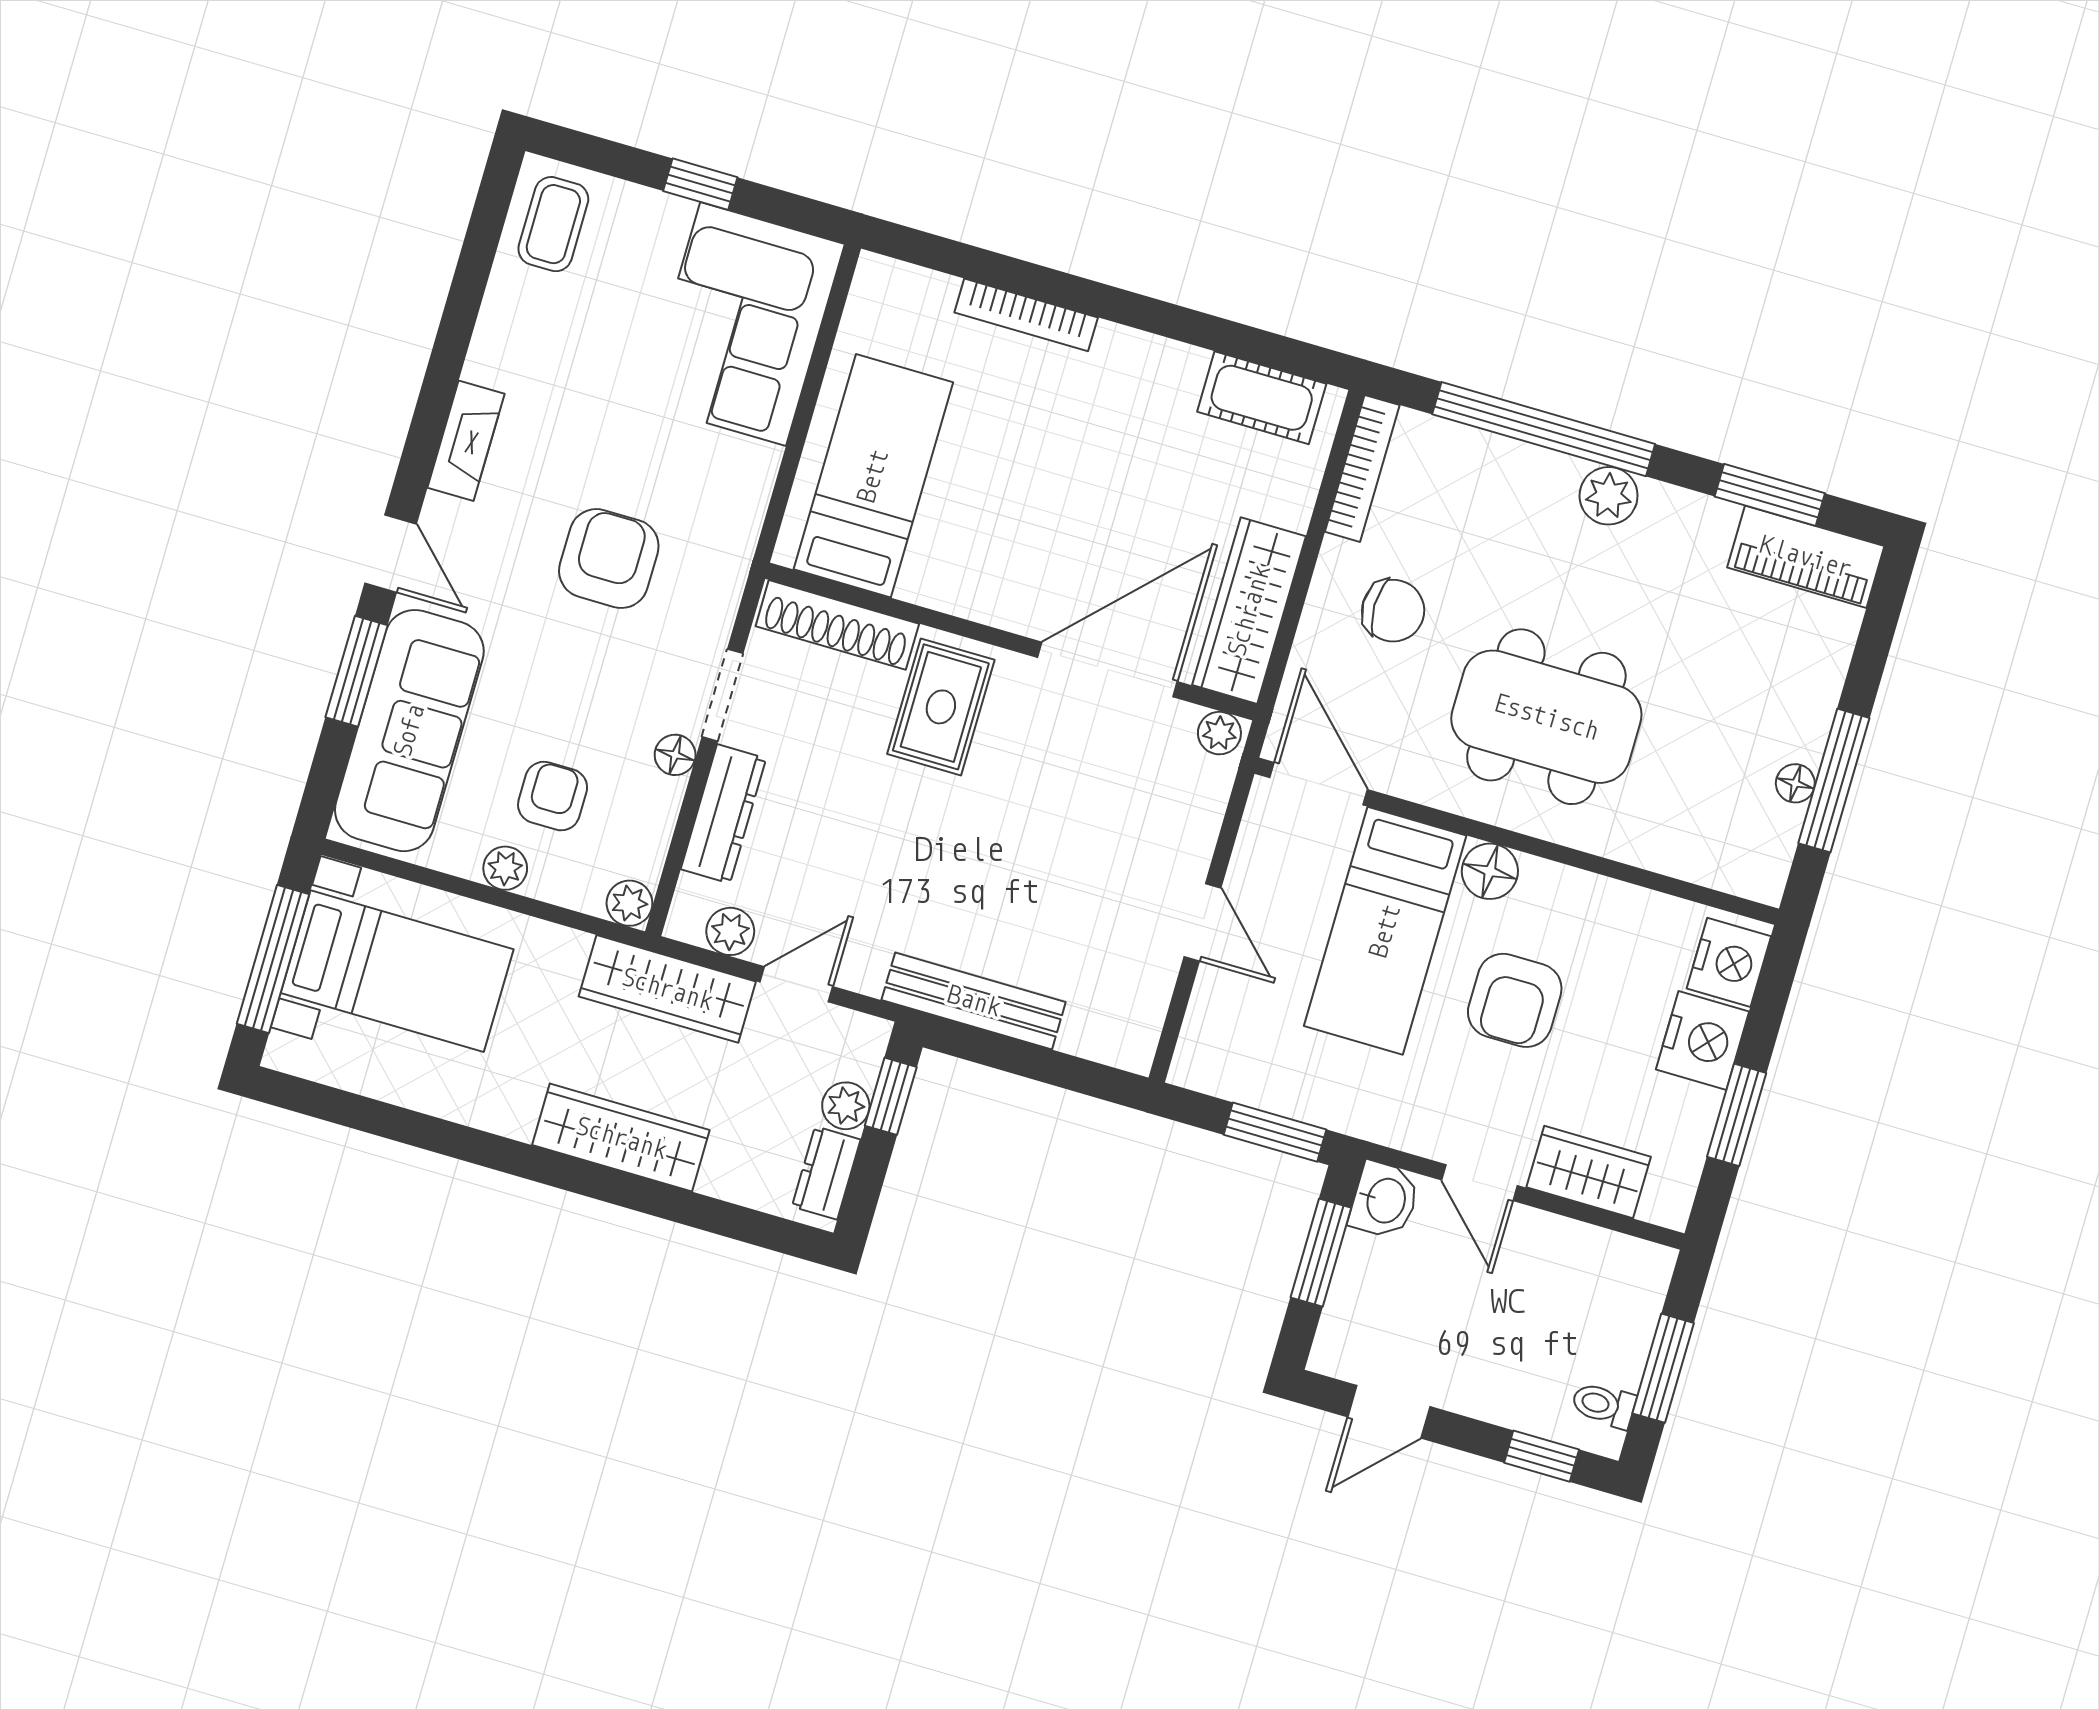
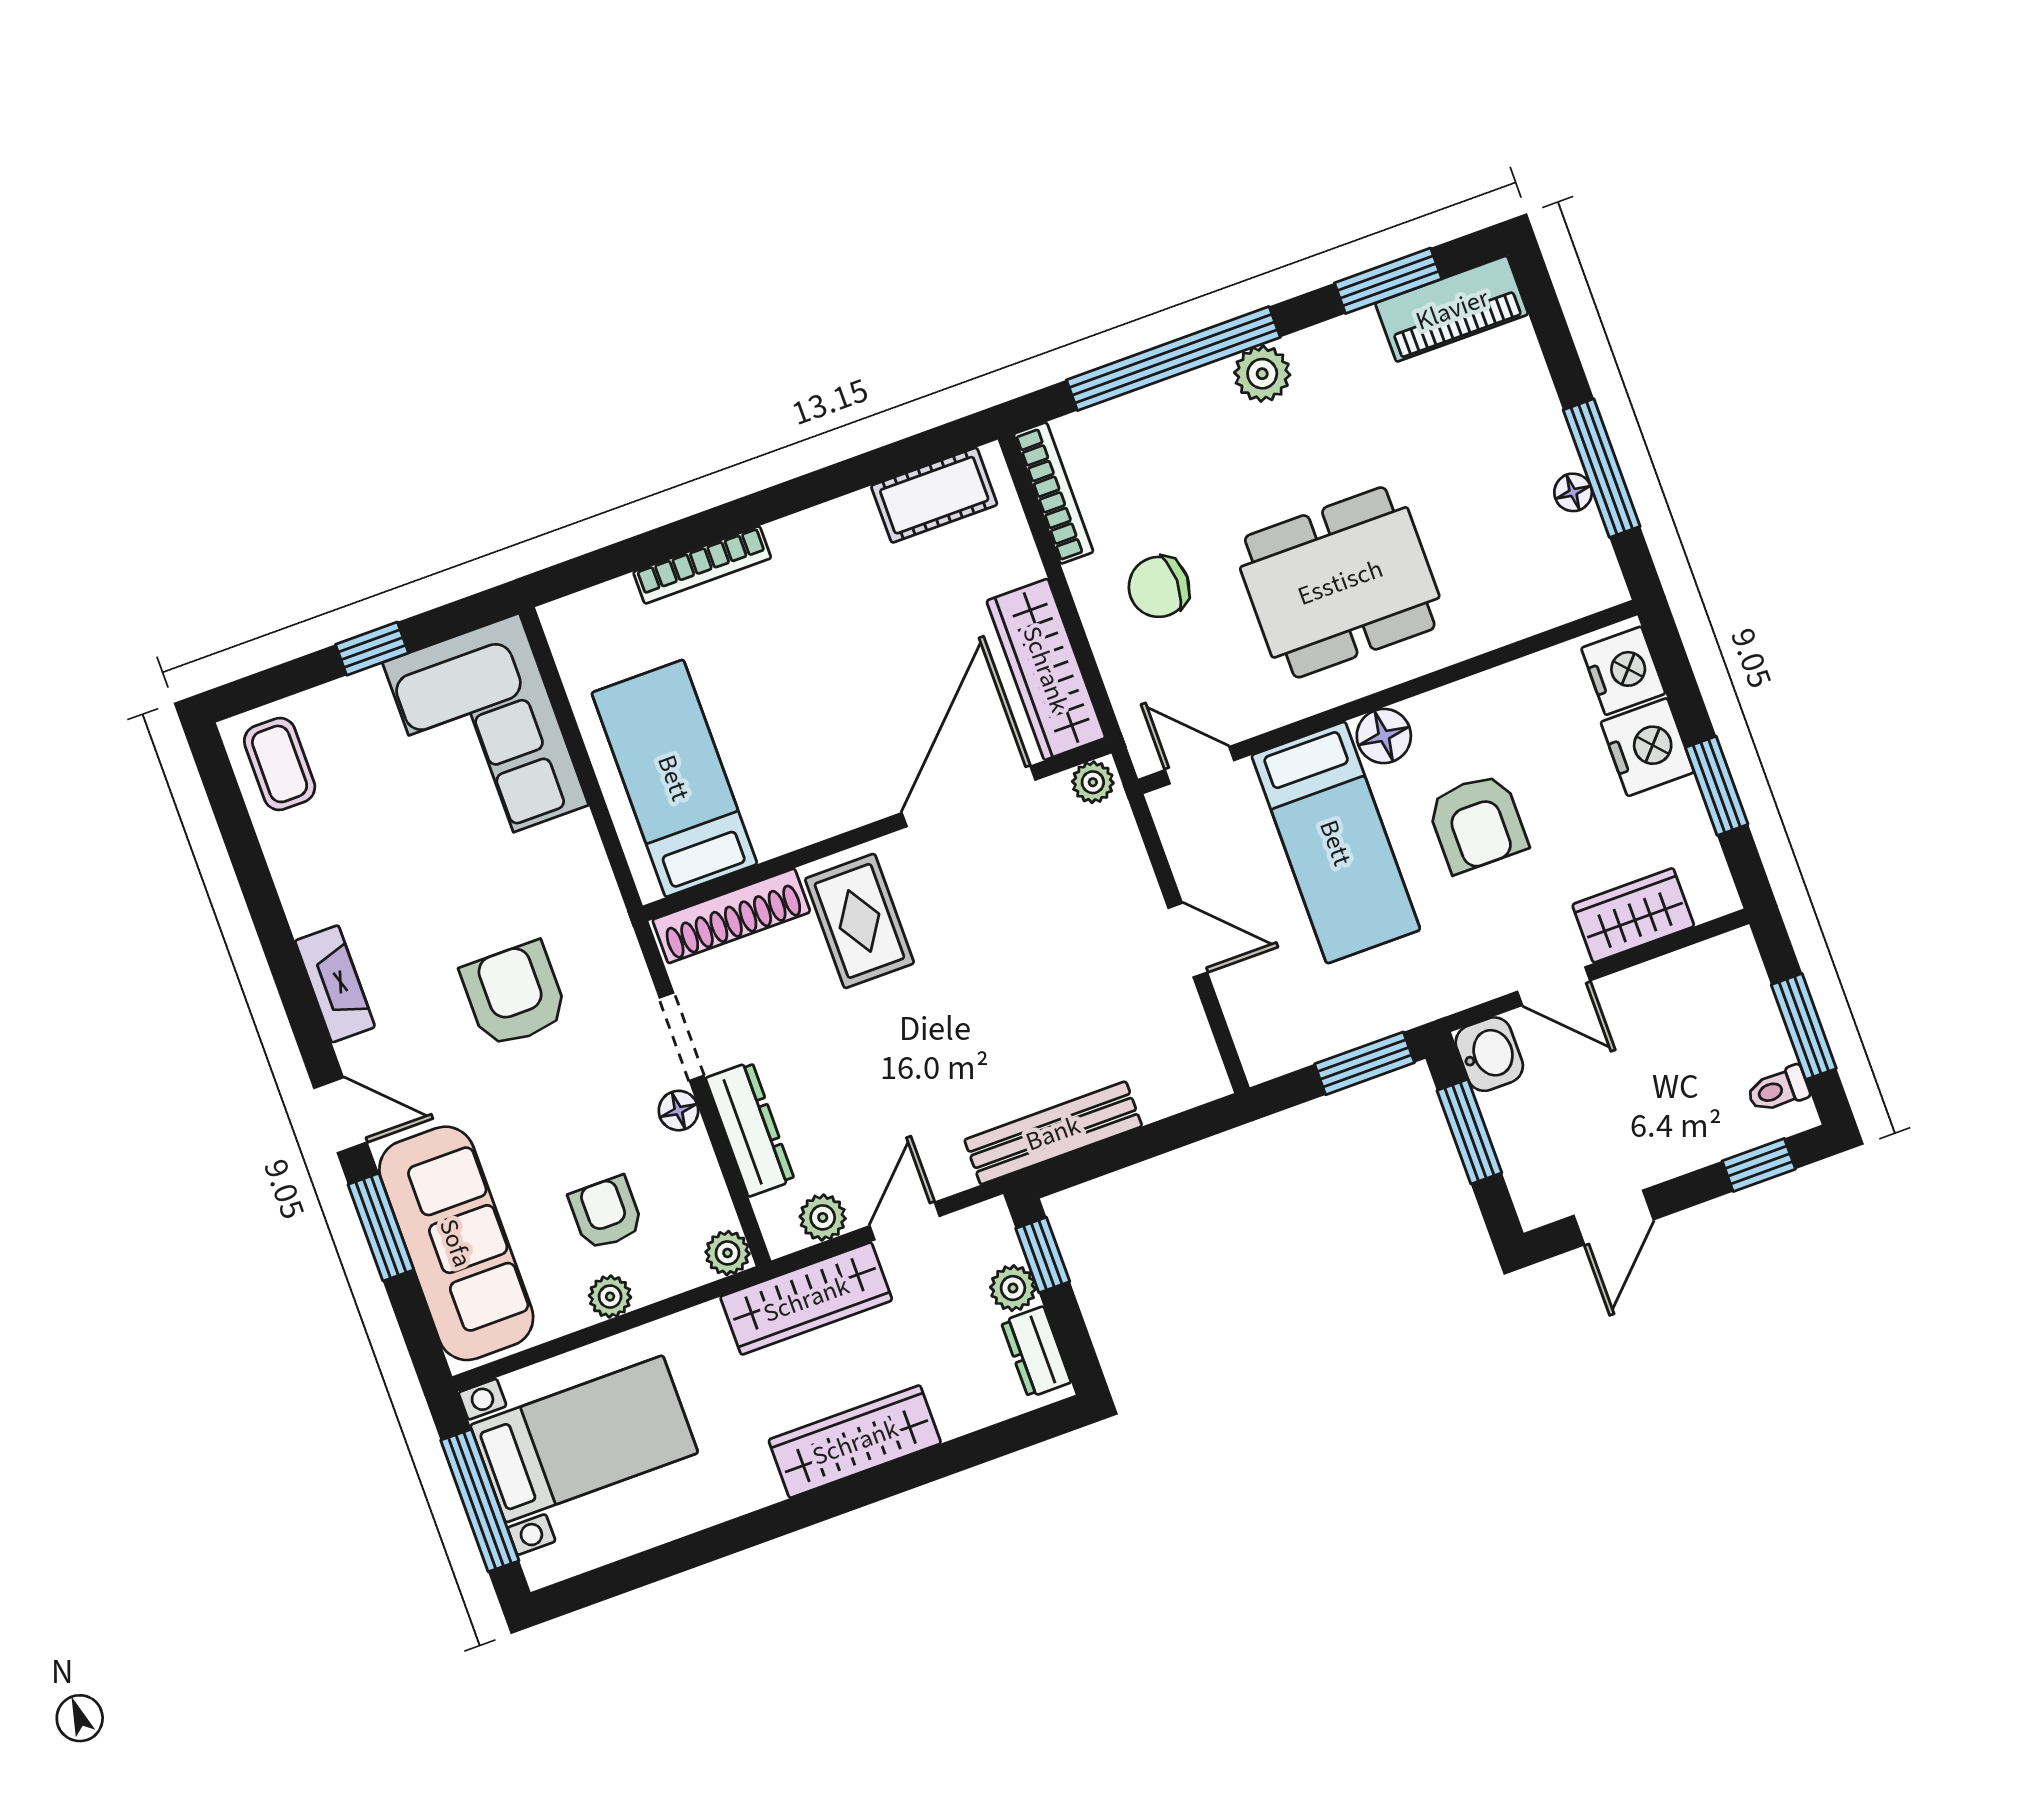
chair: (1393, 611) -> (1159, 587), turned 180
door: (1319, 784) -> (1199, 765), width x0.73

